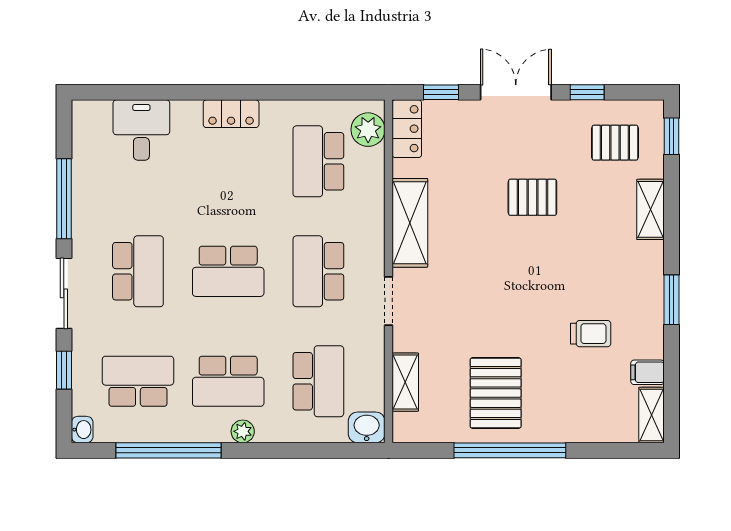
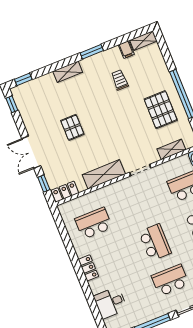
window: (587, 92) -> (12, 104), moved
plant: (368, 130) -> (72, 208), removed
pallet: (615, 143) -> (36, 102), removed
school desk: (318, 161) -> (94, 223), turned 180
shelving: (650, 209) -> (68, 72), moved
school desk: (318, 271) -> (140, 205), removed
pallet: (496, 393) -> (161, 110), turned 90

